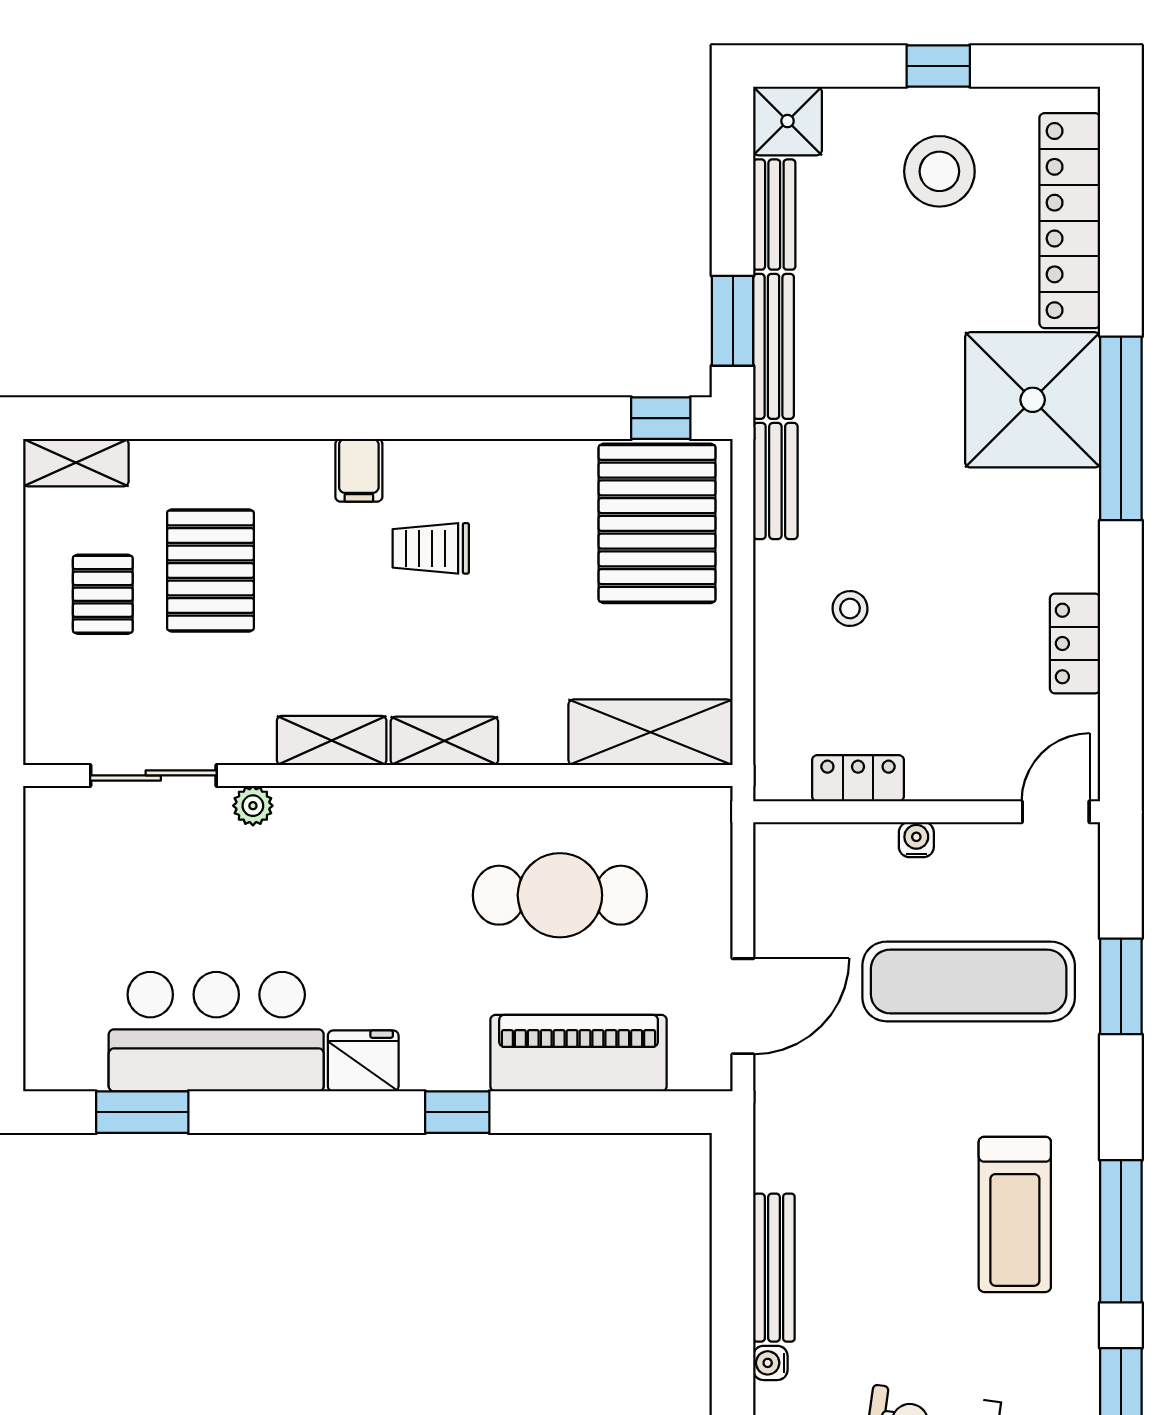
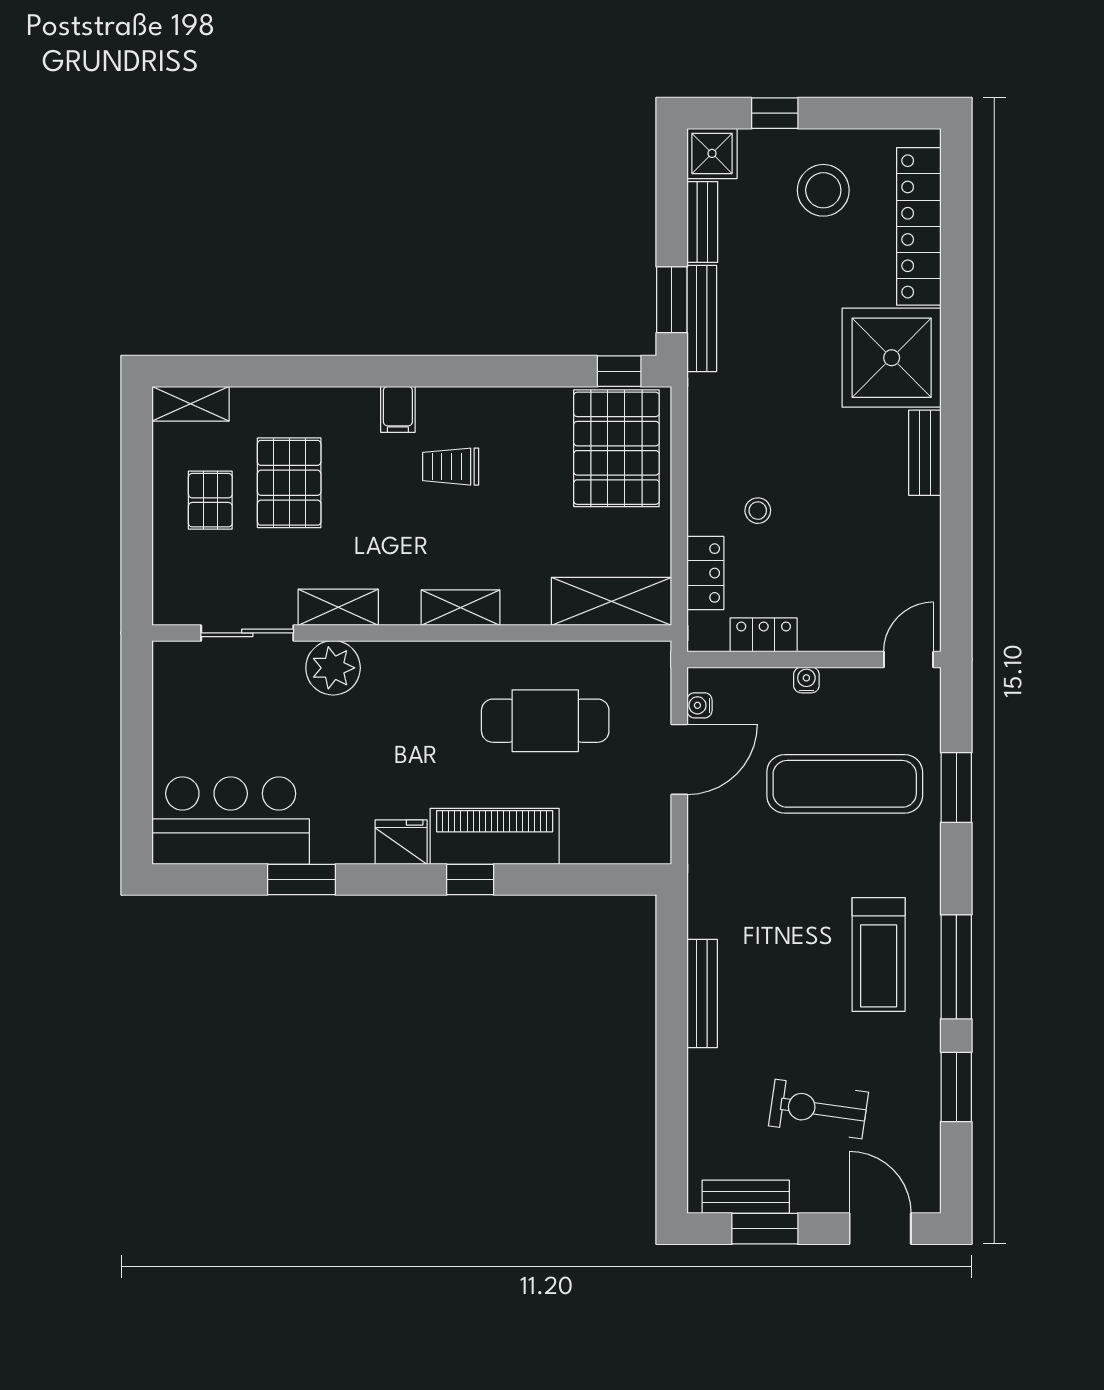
window: (938, 66) -> (775, 113), moved
window: (1121, 428) -> (956, 379), removed
bench: (775, 481) -> (925, 453), moved
locker: (1075, 643) -> (705, 573), moved, turned 180
shelving: (332, 740) -> (338, 607), moved
plant: (253, 806) -> (333, 668), width x1.88, depth x1.88
door: (743, 1006) -> (679, 759), moved
bar counter: (216, 1032) -> (231, 821), moved
piano: (579, 1053) -> (495, 836), moved
window: (142, 1112) -> (301, 880), moved
water cooler: (770, 1363) -> (699, 705), moved

